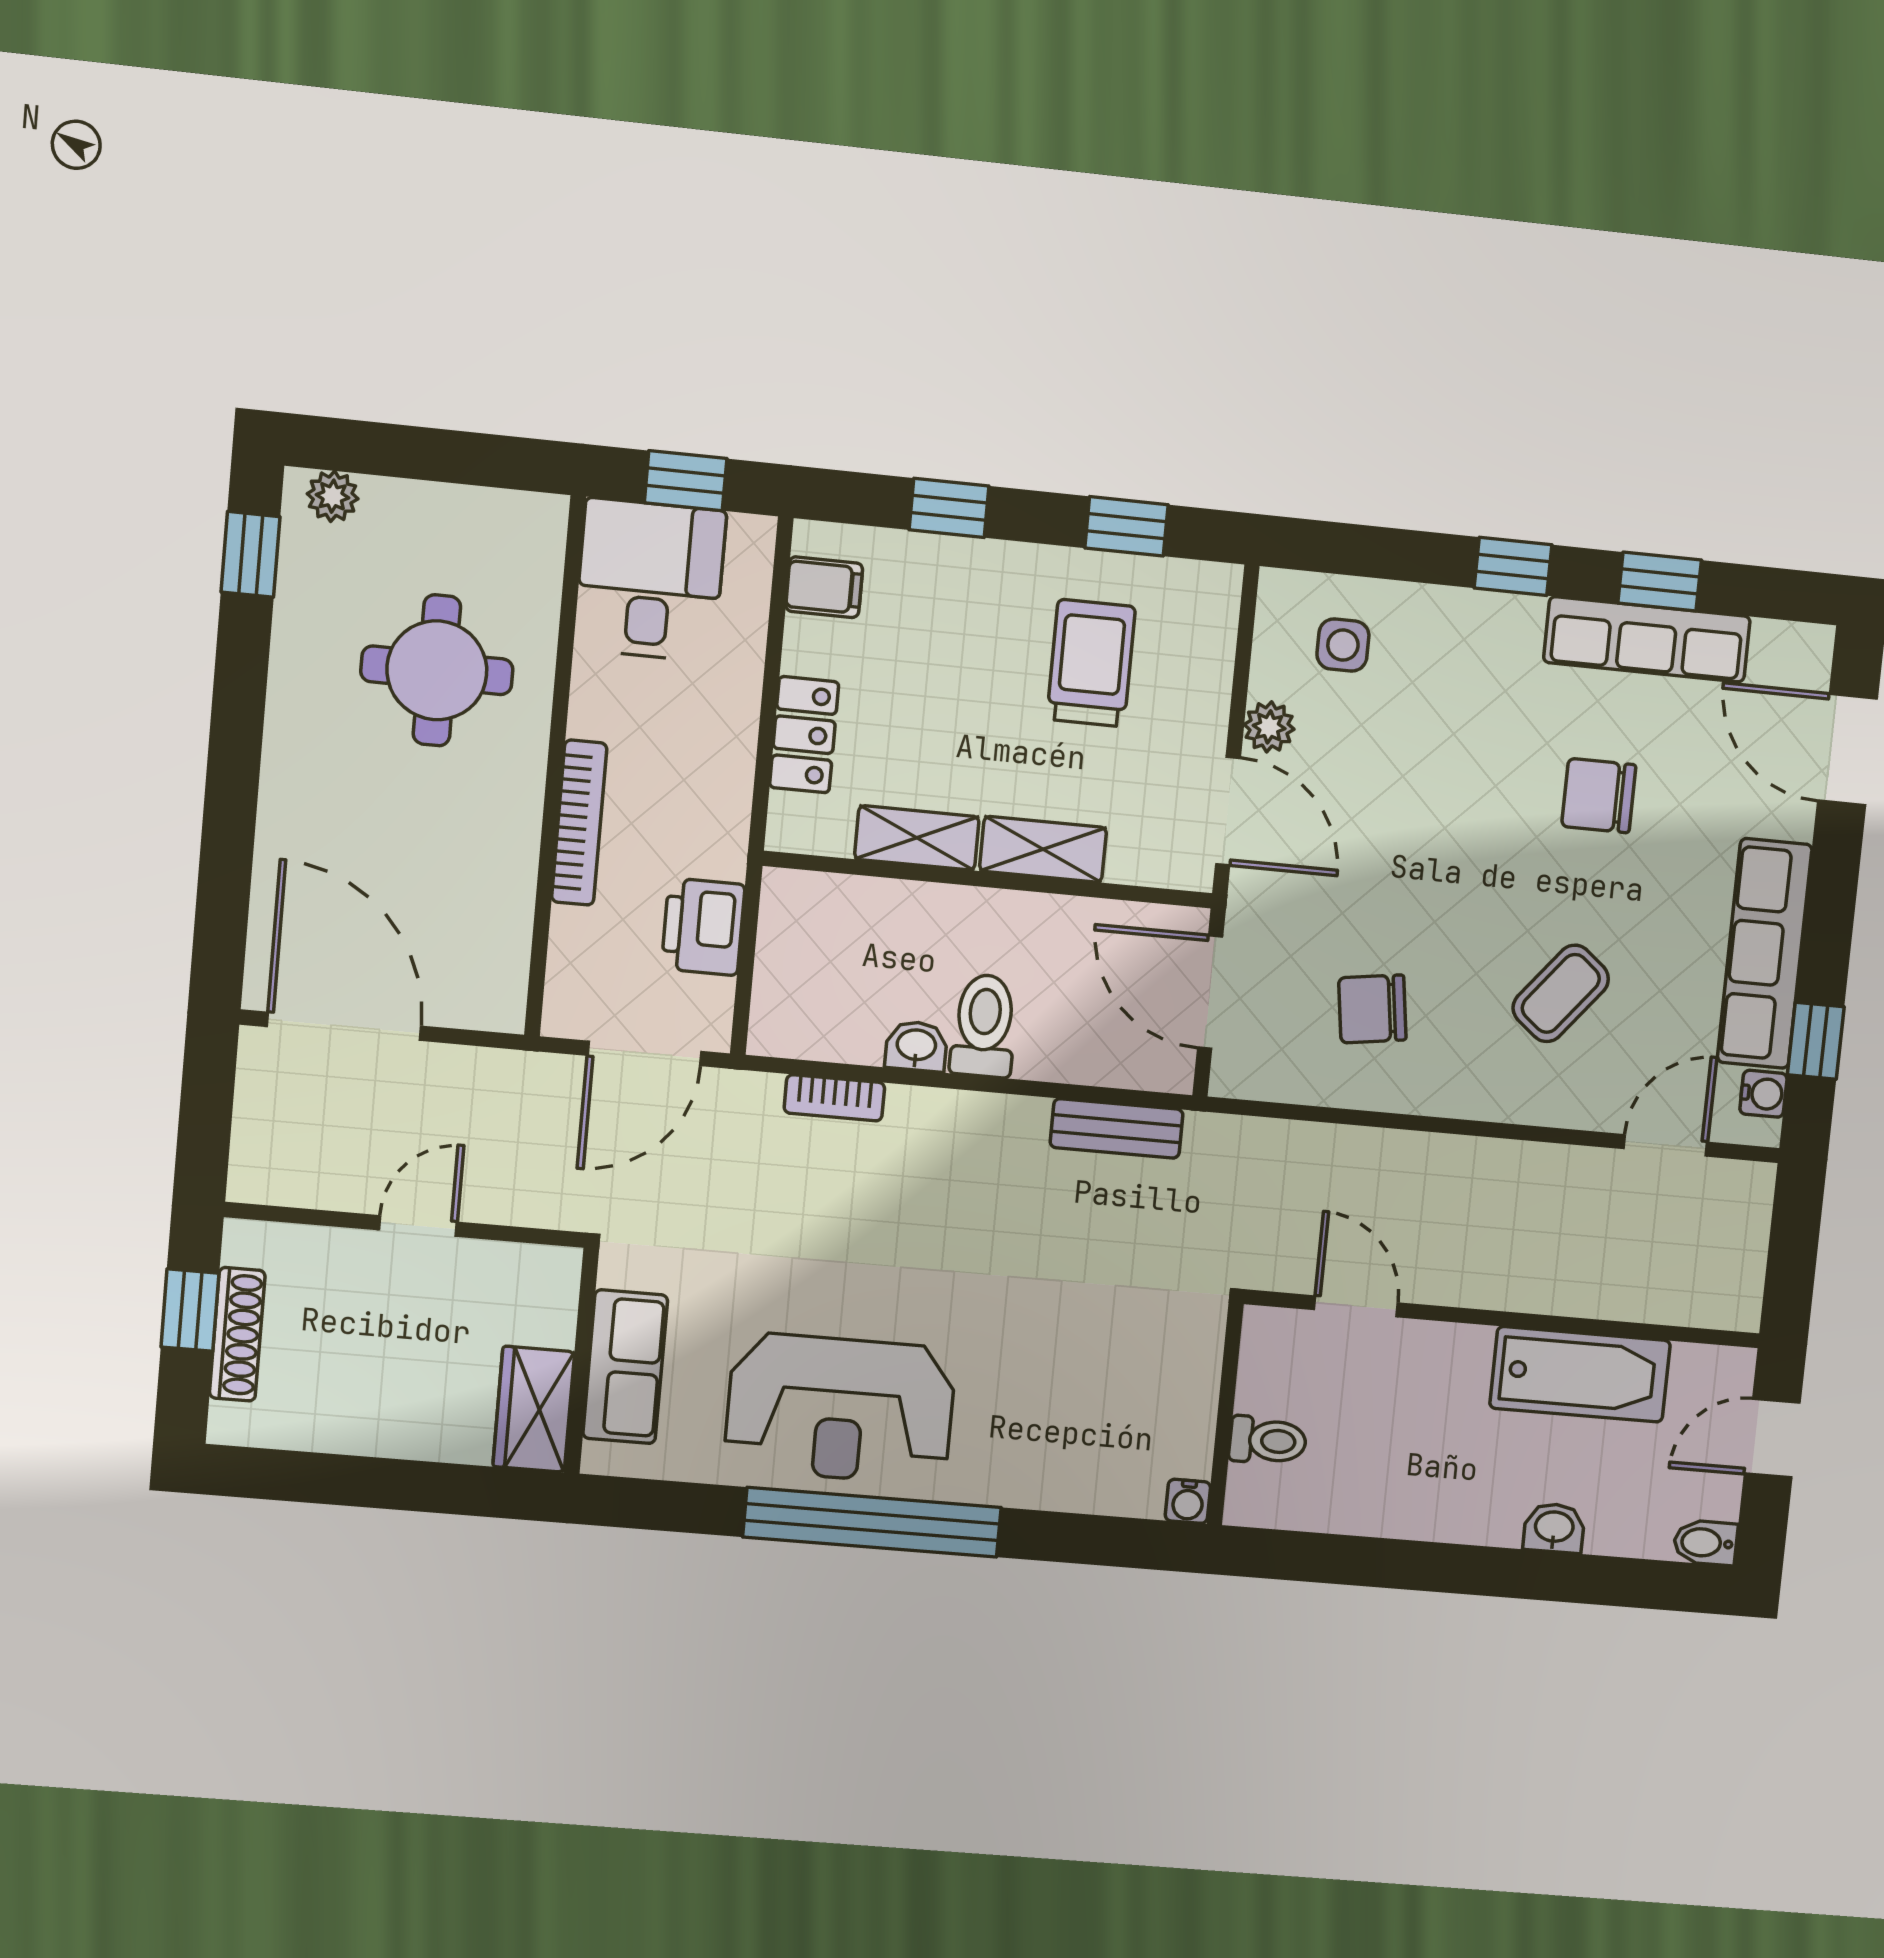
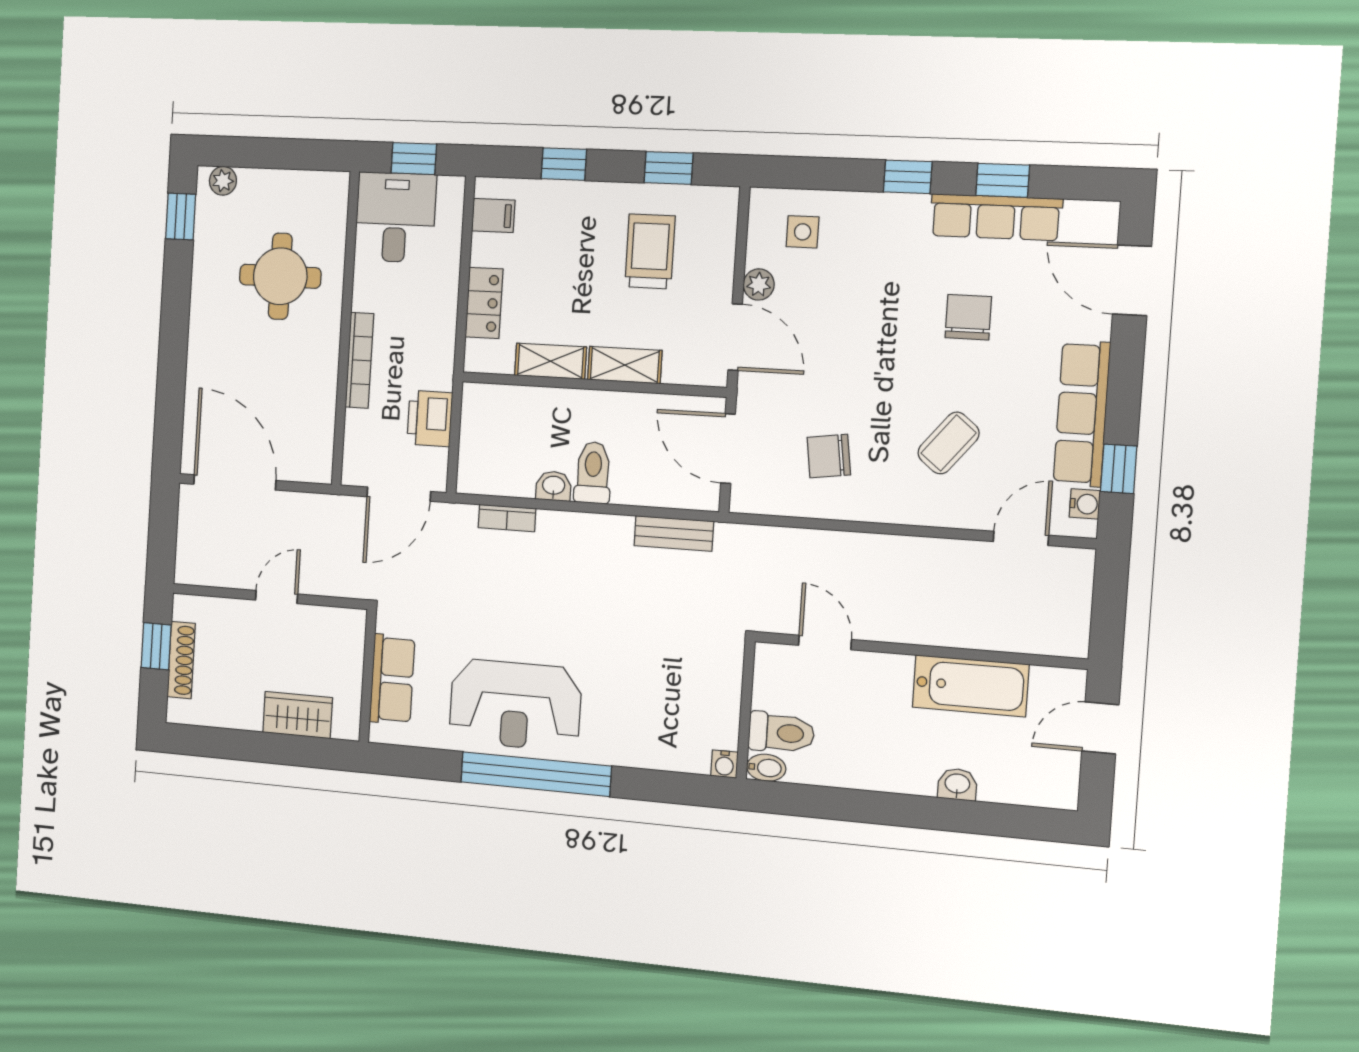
chair: (1599, 796) -> (968, 317), turned 90
wardrobe: (534, 1409) -> (298, 715), moved, turned 90
toilet: (1268, 1441) -> (781, 733), width x1.37, depth x1.39
bidet: (1705, 1543) -> (766, 768), moved, turned 180

